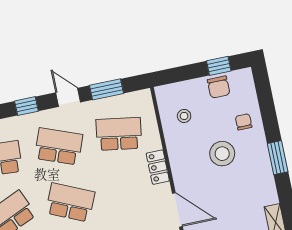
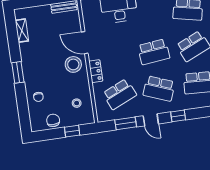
window: (219, 66) -> (72, 131), moved
school desk: (119, 134) -> (120, 94), turned -33
stool: (222, 154) -> (73, 64), moved
school desk: (70, 202) -> (154, 52), turned -30

